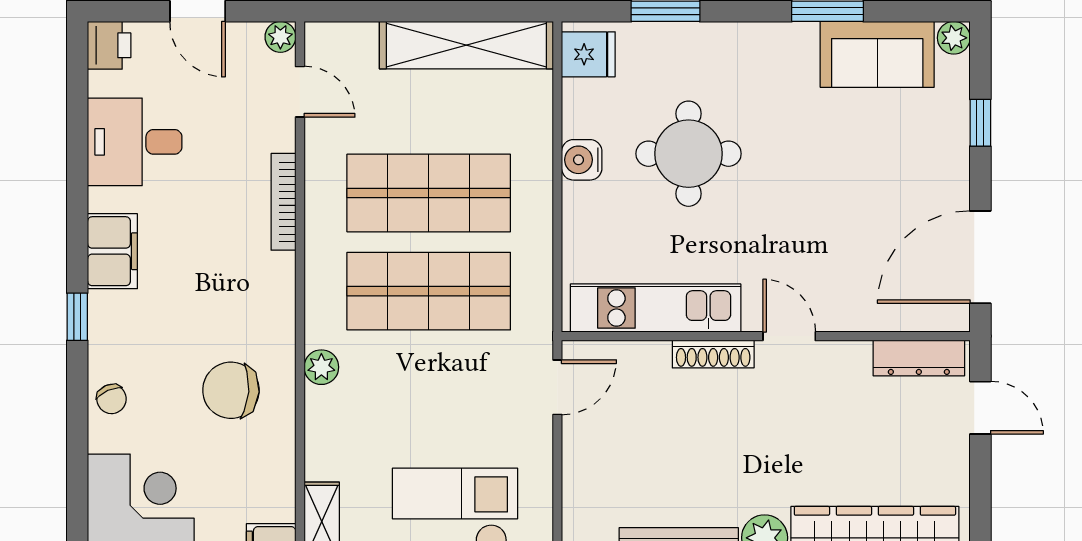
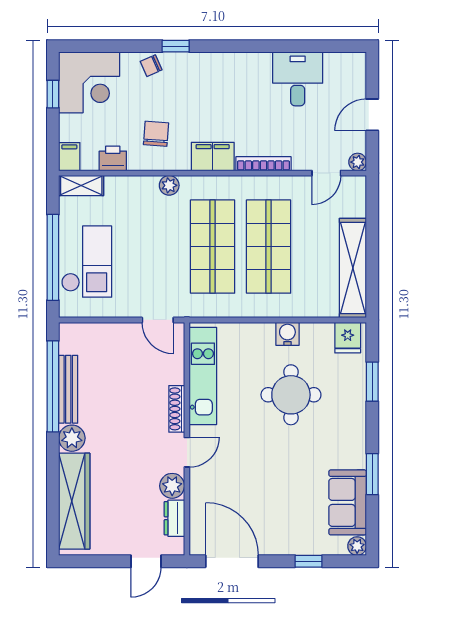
printer: (109, 45) -> (113, 158), moved, turned 180
filing cabinet: (112, 251) -> (213, 157), moved, turned 180
window: (77, 317) -> (176, 46), moved
dresser: (919, 358) -> (174, 518), width x0.70
plant: (848, 362) -> (172, 486), added
chair: (231, 390) -> (156, 134), width x0.73, depth x0.73

